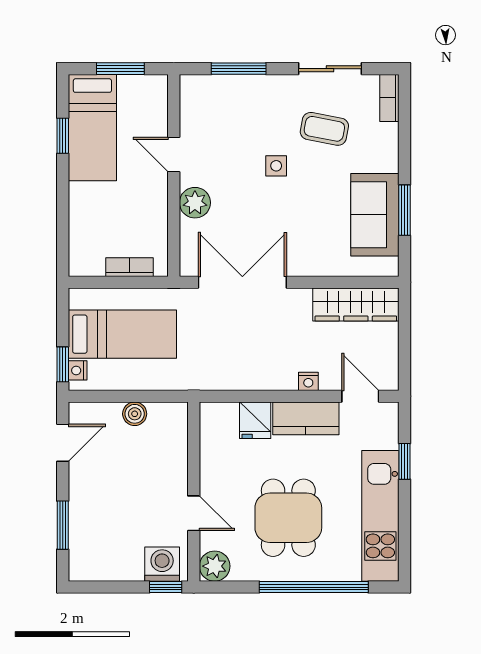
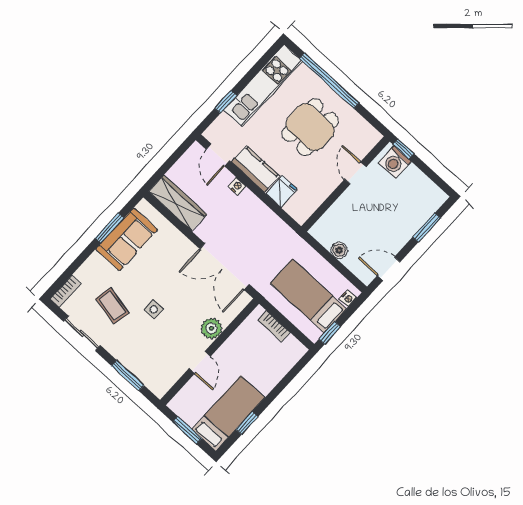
window: (63, 364) -> (330, 333), moved
plant: (215, 566) -> (369, 137), removed

